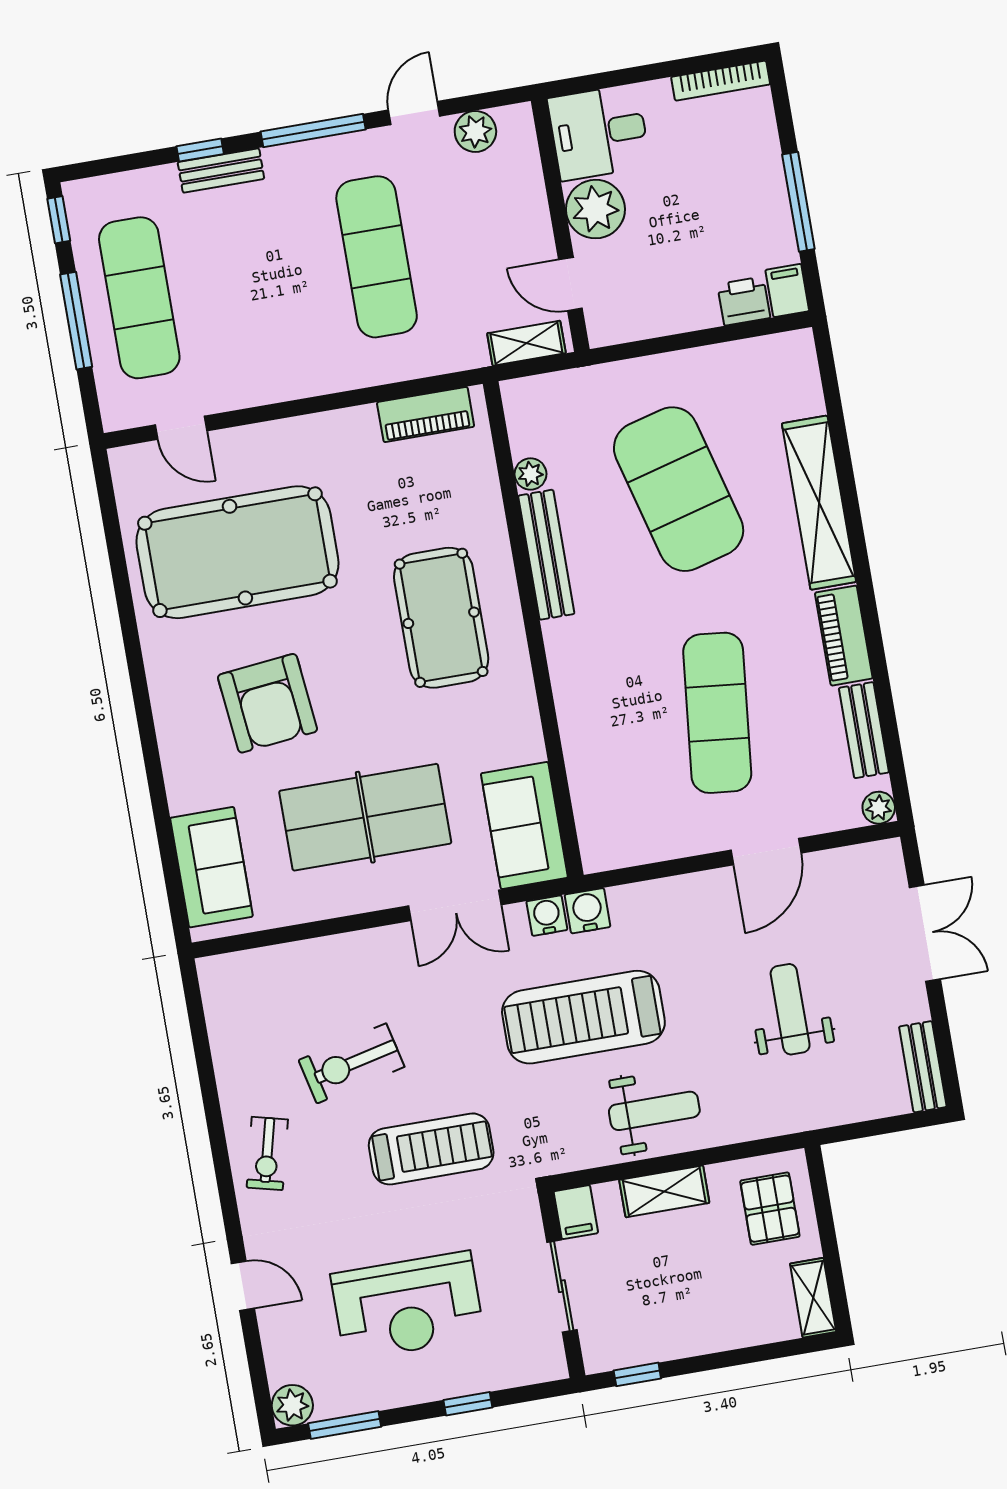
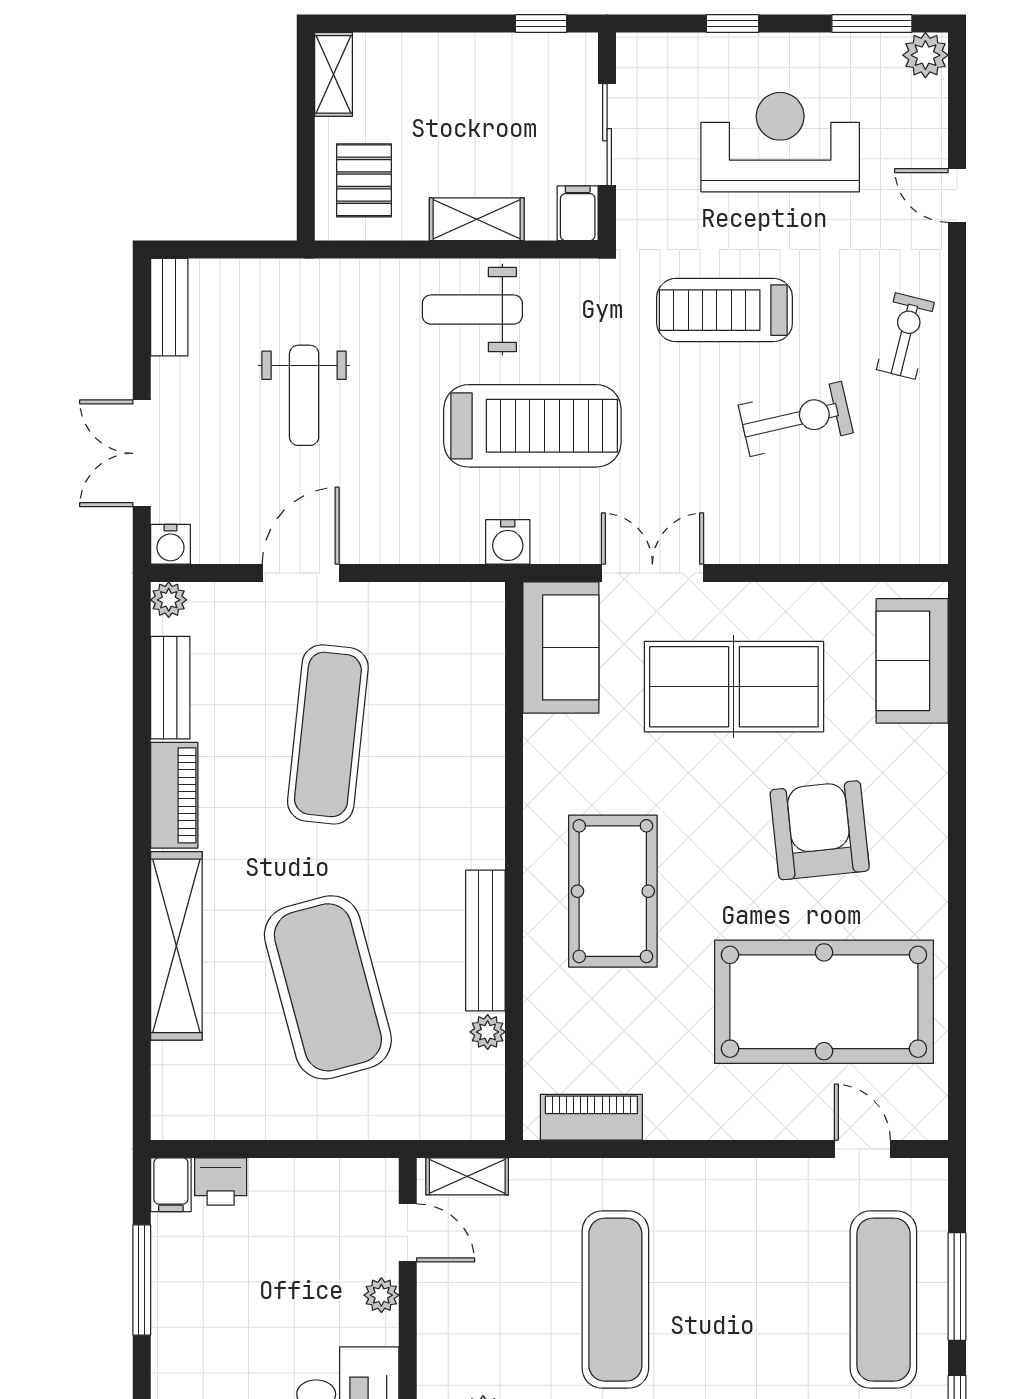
plant: (595, 209) -> (381, 1295), width x0.53, depth x0.53
water cooler: (547, 916) -> (170, 544), moved

